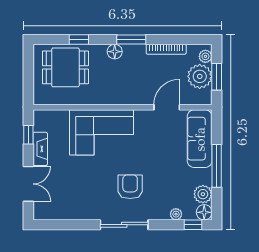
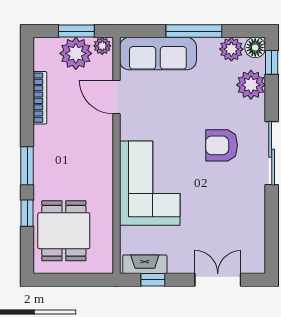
window: (131, 40) -> (27, 166), moved
floor lamp: (115, 52) -> (43, 166), removed
plant: (205, 56) -> (102, 46), moved
fireplace: (40, 149) -> (145, 264), moved
plant: (176, 214) -> (251, 85), width x1.88, depth x1.88

